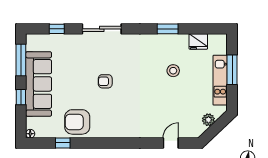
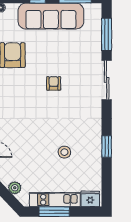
window: (57, 29) -> (107, 34), width x2.17
fridge: (198, 42) -> (90, 199), moved, turned 90
window: (232, 70) -> (54, 212), moved

